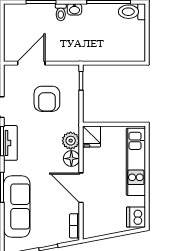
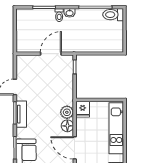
door: (31, 63) -> (51, 54), moved
armchair: (47, 99) -> (49, 81), removed

